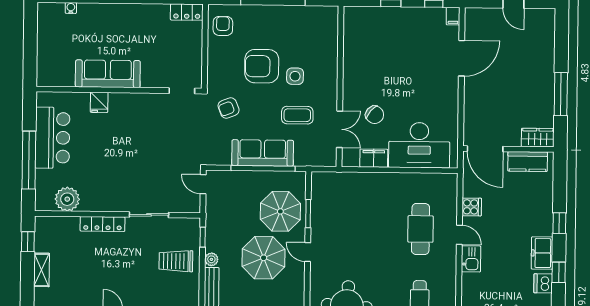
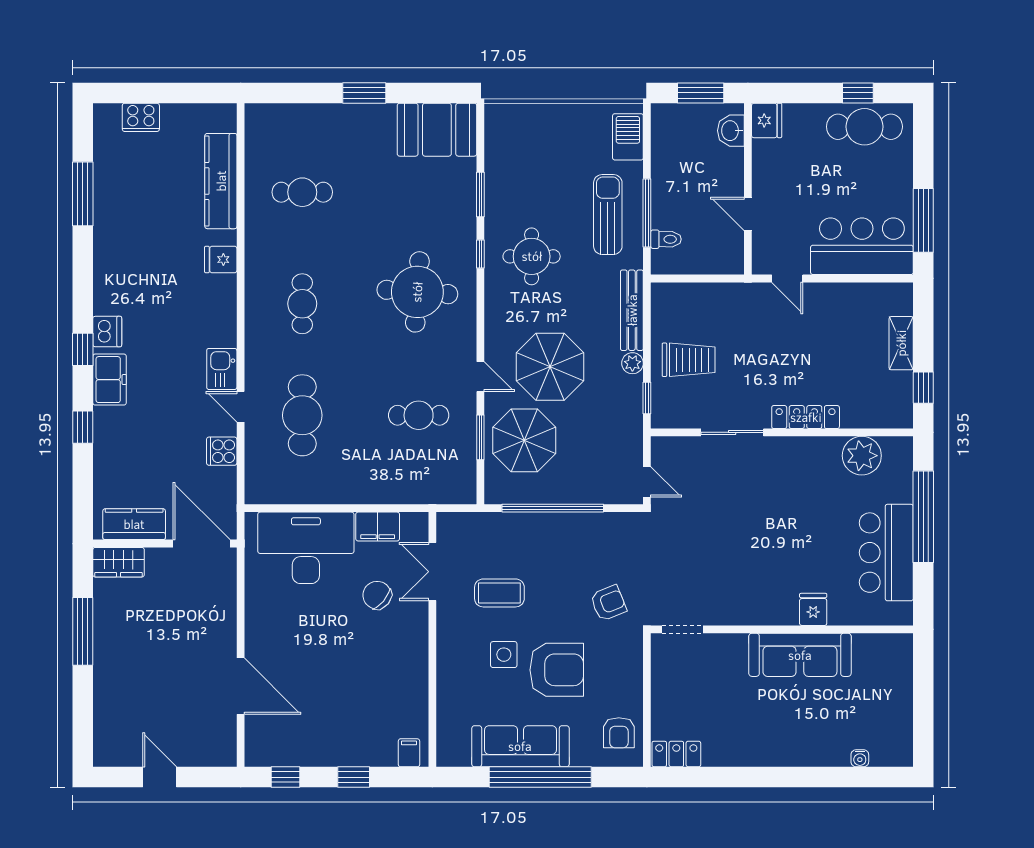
filing cabinet: (453, 16) -> (409, 753), moved
door: (462, 58) -> (241, 686), swing flipped
sofa: (263, 153) -> (520, 746), moved, turned 180
cafe table: (347, 228) -> (419, 415), added

